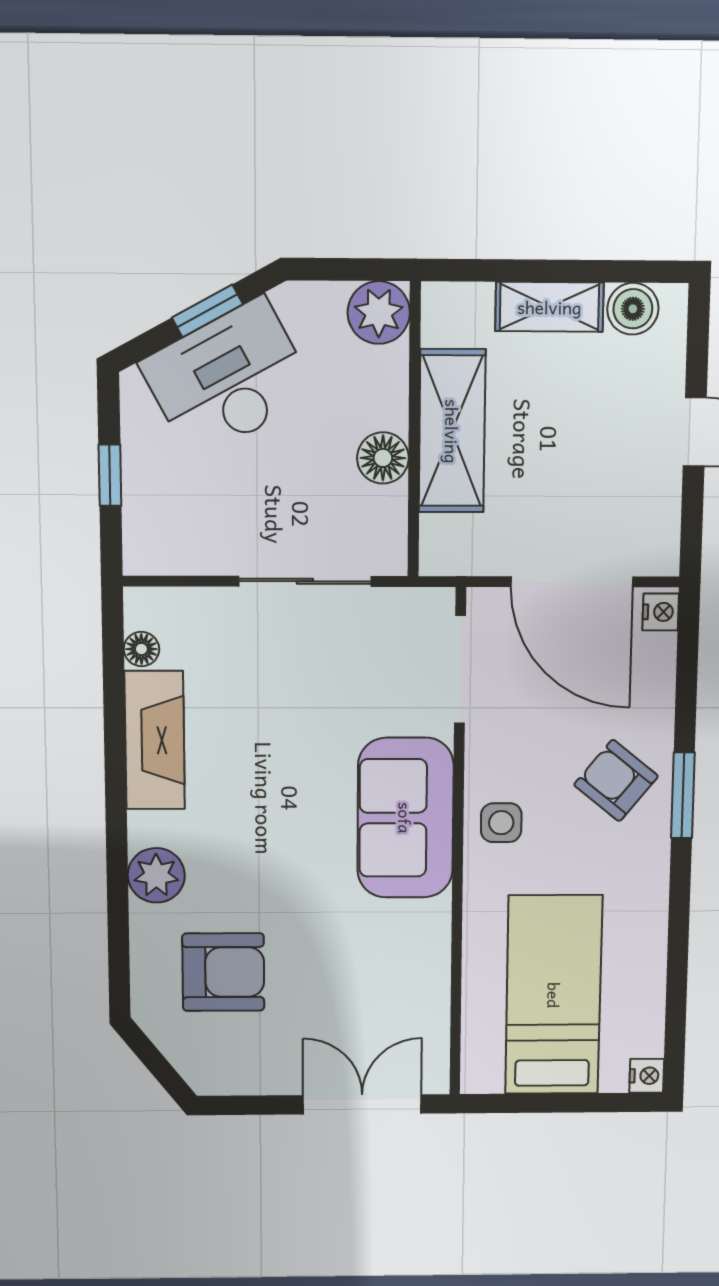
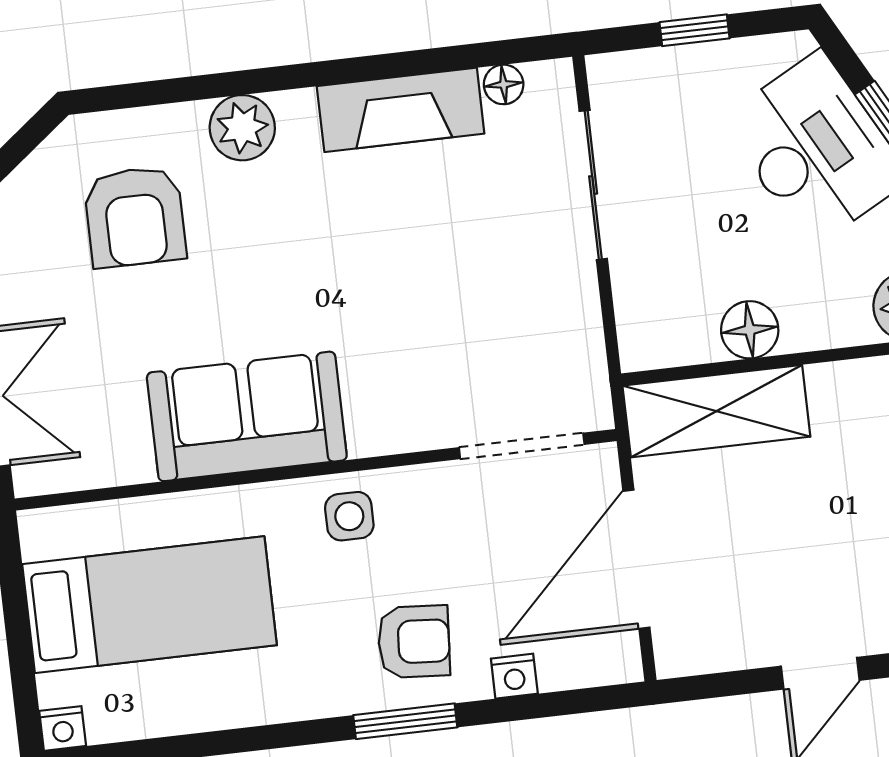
shelving: (452, 431) -> (716, 411), moved
sliding door: (305, 581) -> (593, 185), moved
nightstand: (661, 612) -> (514, 676), moved
armchair: (616, 781) -> (414, 642), turned 55
sofa: (405, 818) -> (247, 416), moved

